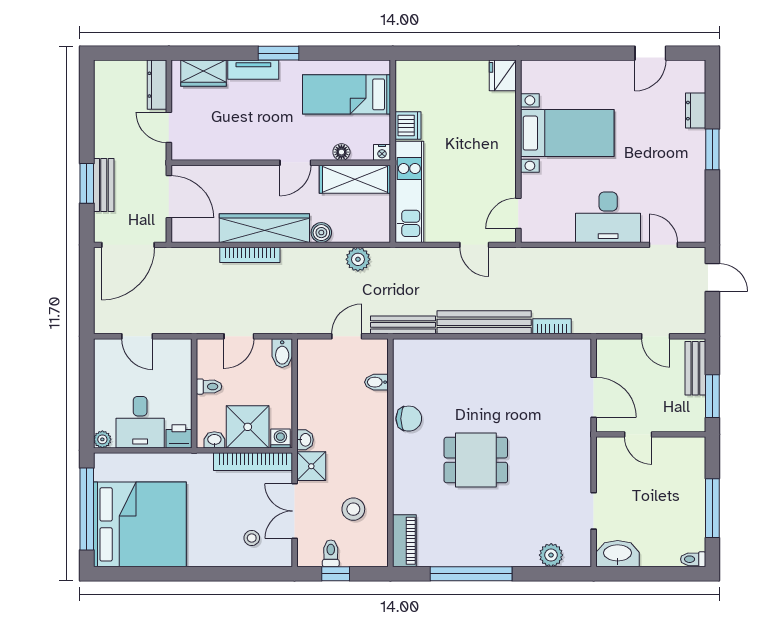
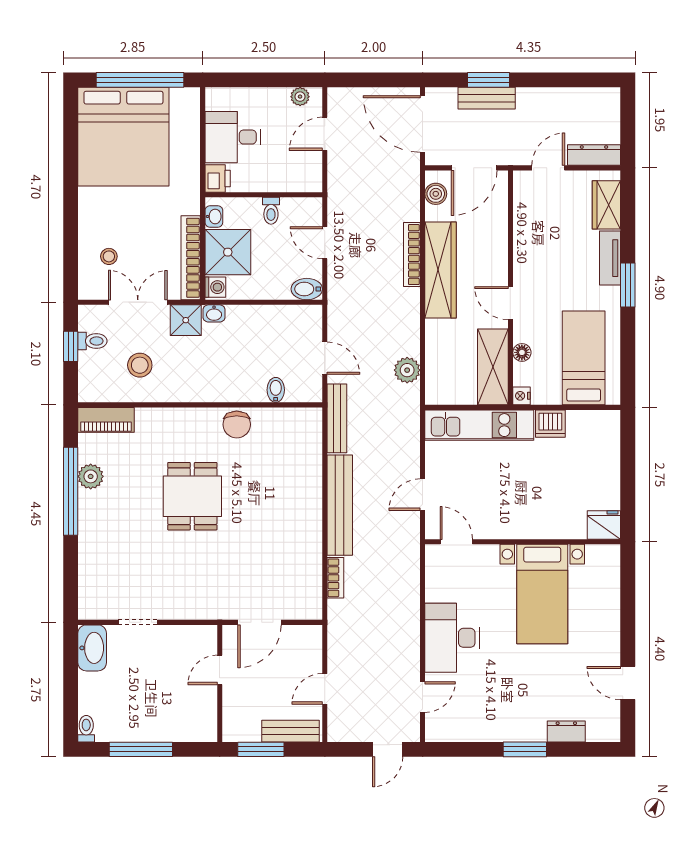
boiler: (321, 233) -> (436, 194), moved
plant: (102, 439) -> (300, 97), moved
plant: (551, 555) -> (91, 476), moved

